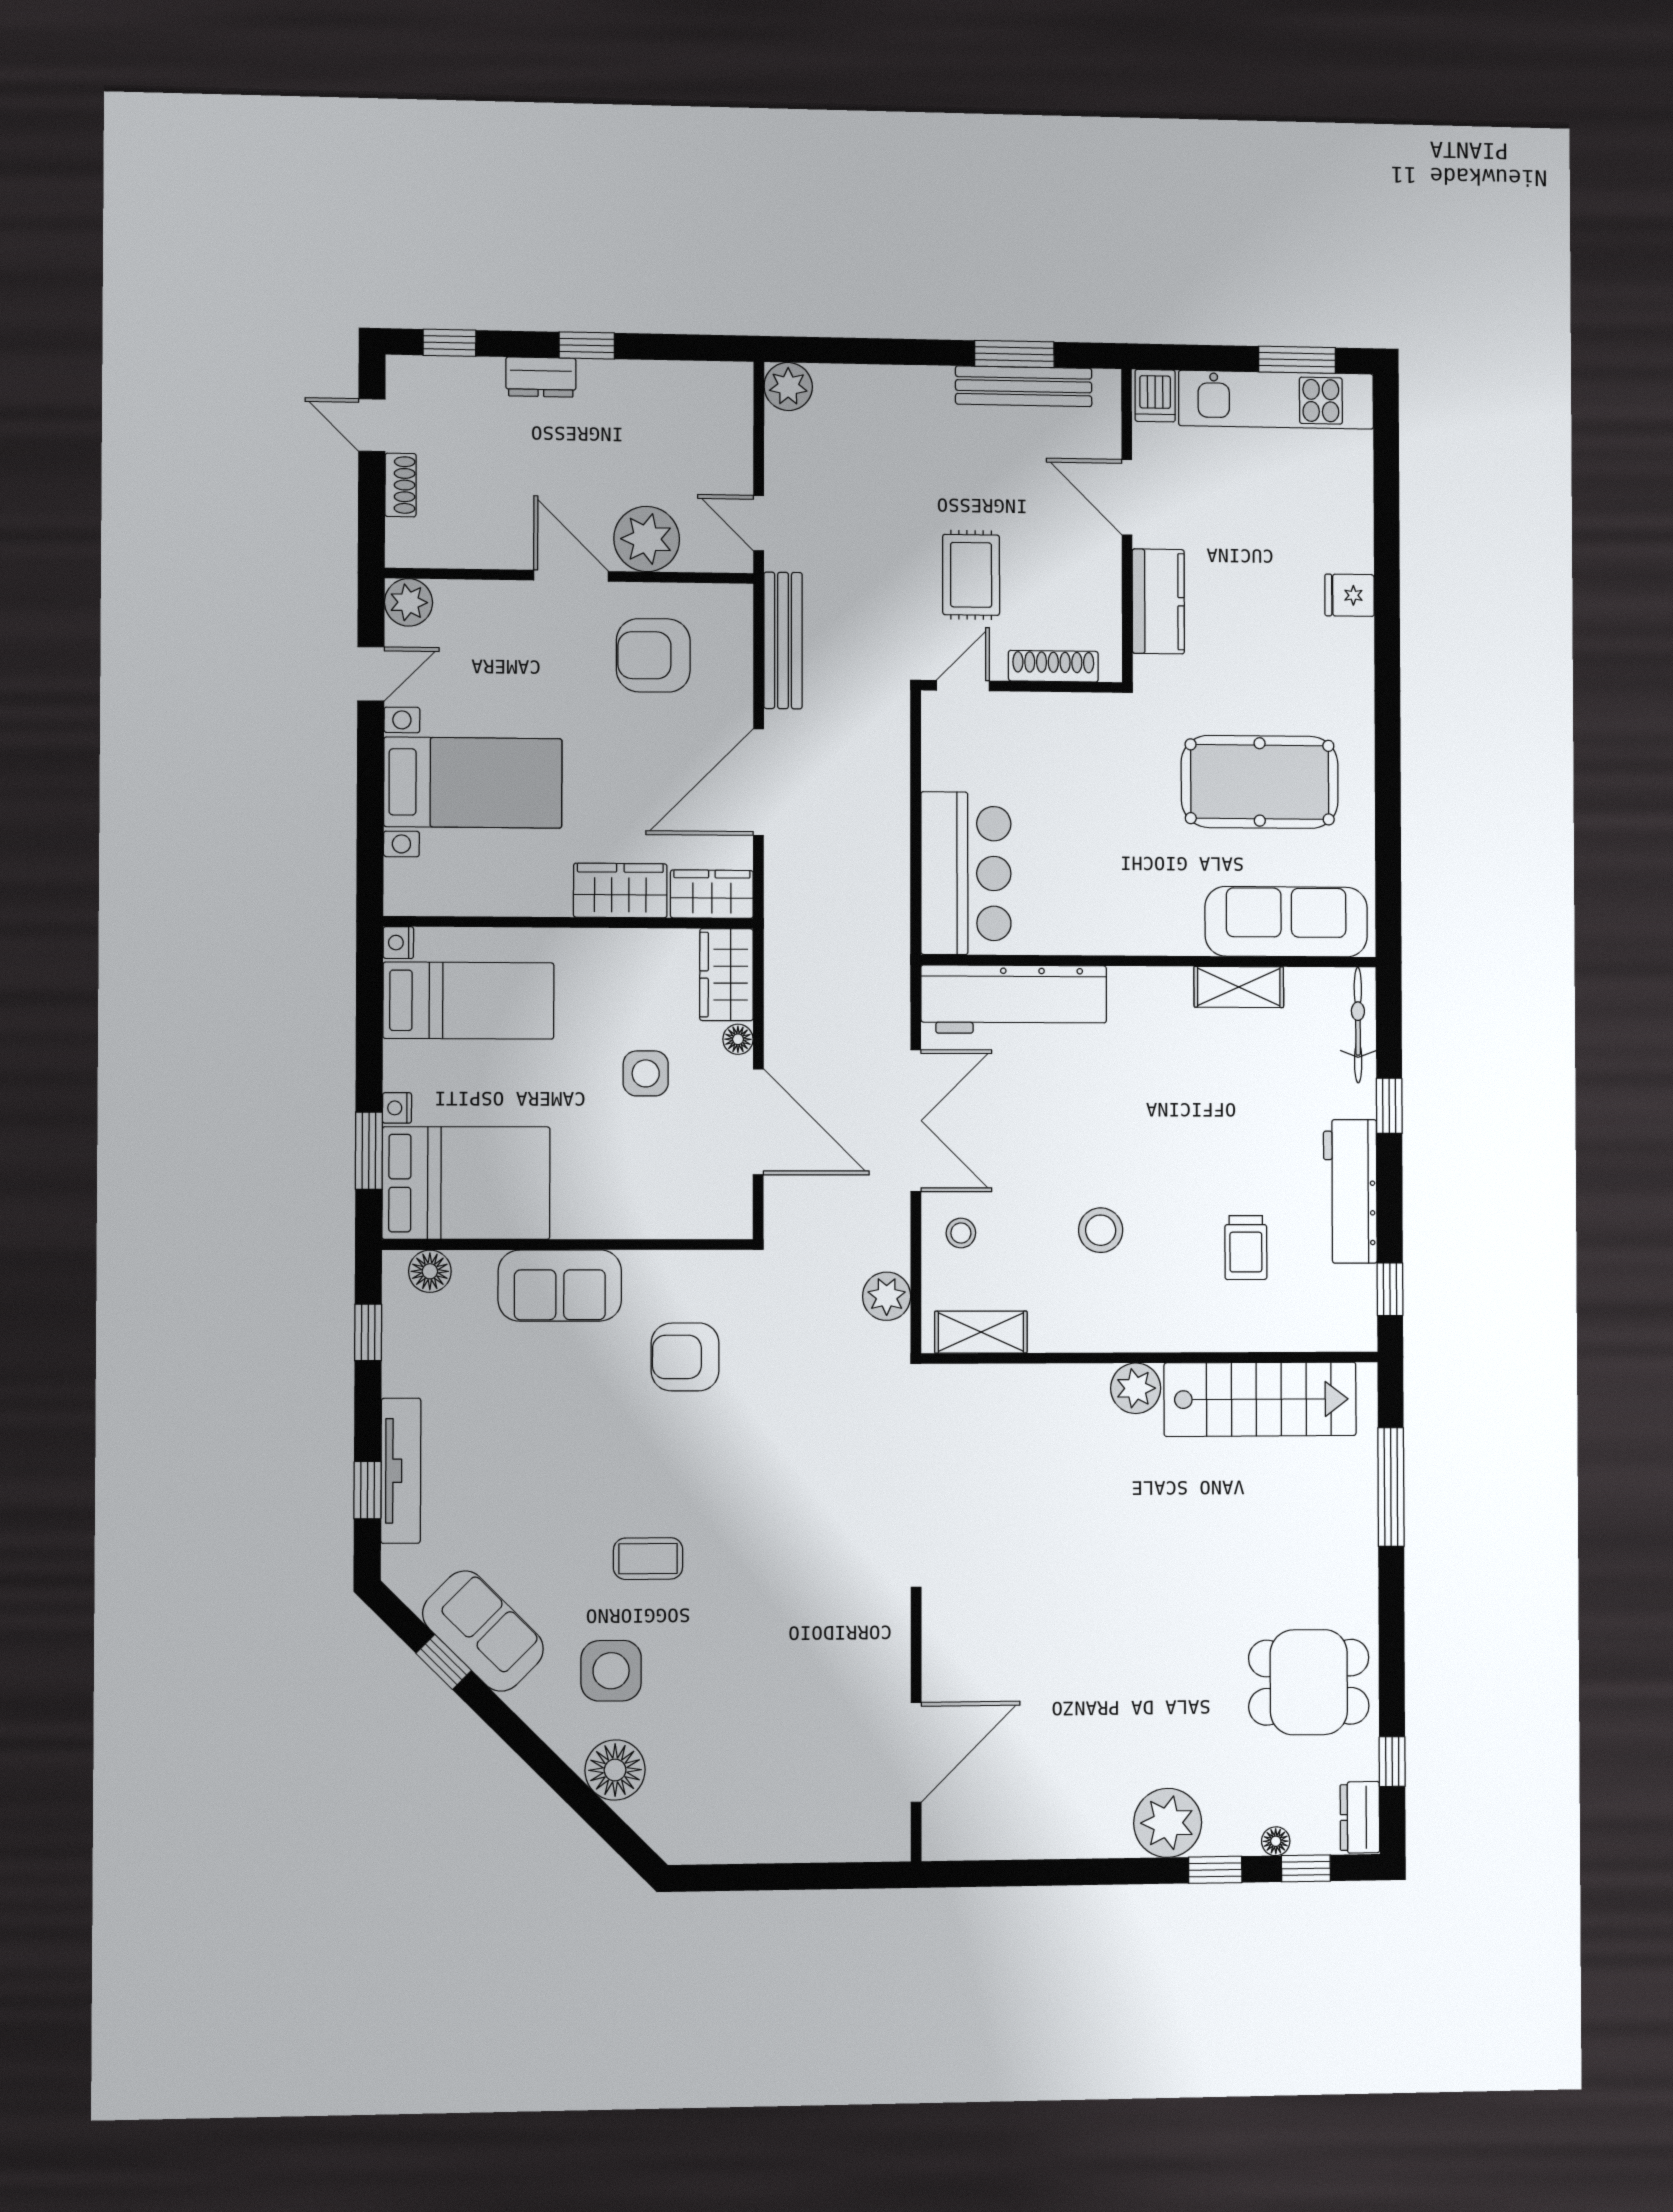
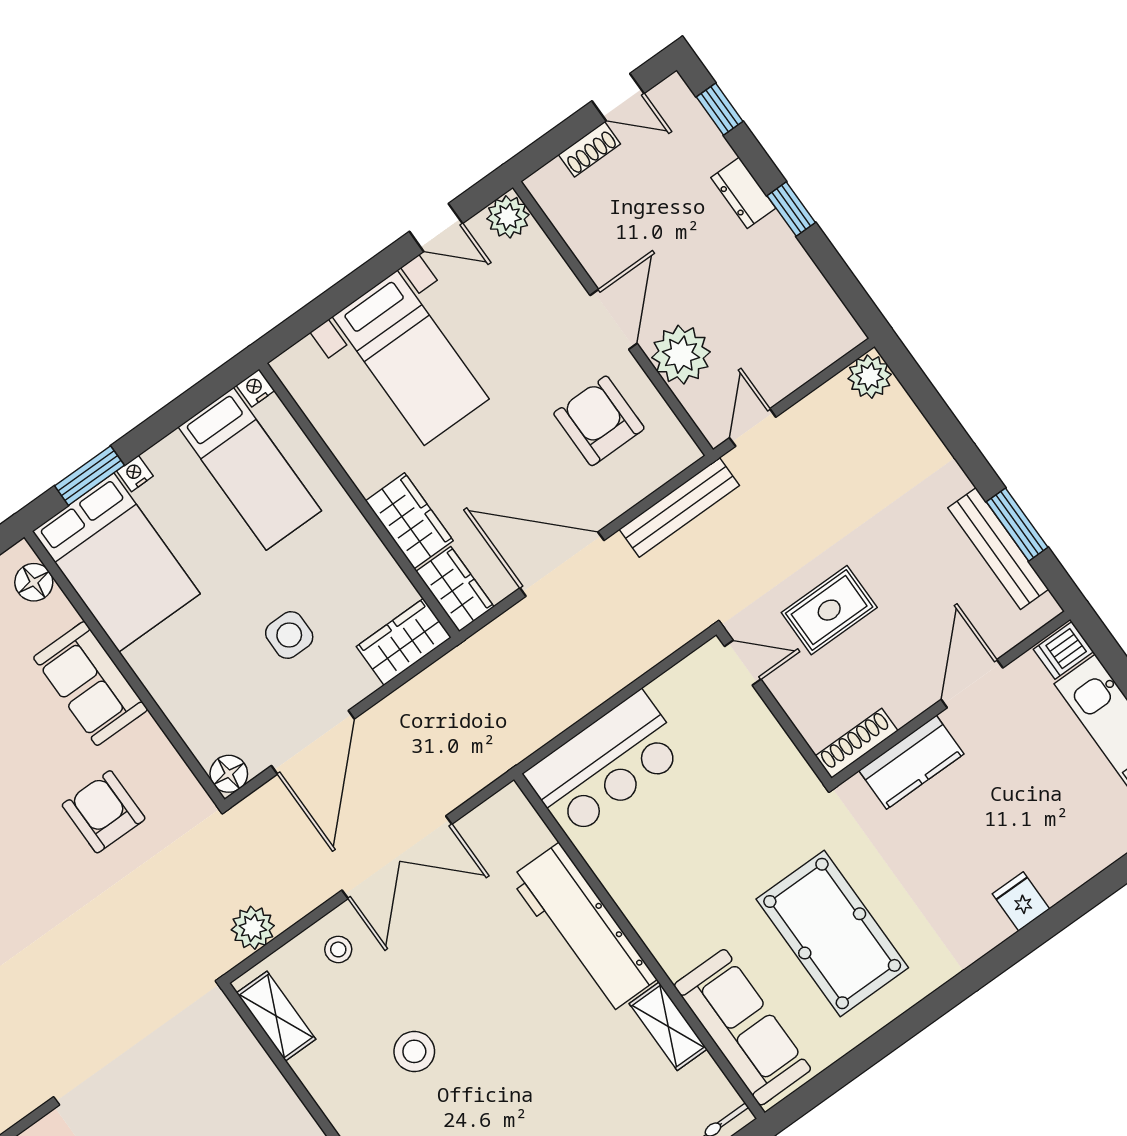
door: (372, 425) -> (618, 97), swing flipped
shoe rack: (1053, 666) -> (857, 743), moved, turned -90
workbench: (1014, 999) -> (583, 929), moved
floor lamp: (738, 1039) -> (229, 774), moved, width x1.37, depth x1.37

